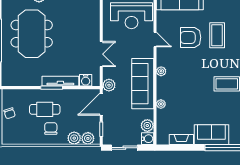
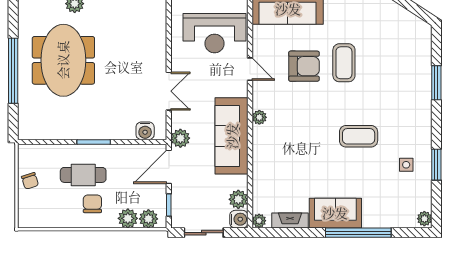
armchair: (191, 37) -> (304, 66), turned 180
tv unit: (60, 81) -> (107, 132), removed
plant: (161, 104) -> (259, 221), moved

